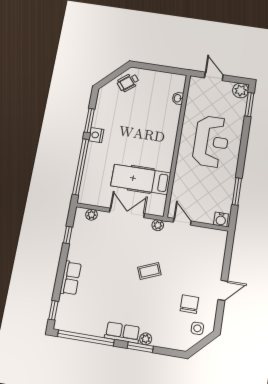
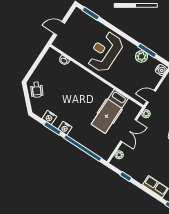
plant: (241, 90) -> (141, 56), moved
nightstand: (101, 111) -> (49, 118), added
reception desk: (211, 142) -> (105, 52), turned -90
double door: (127, 213) -> (129, 131), swing flipped

